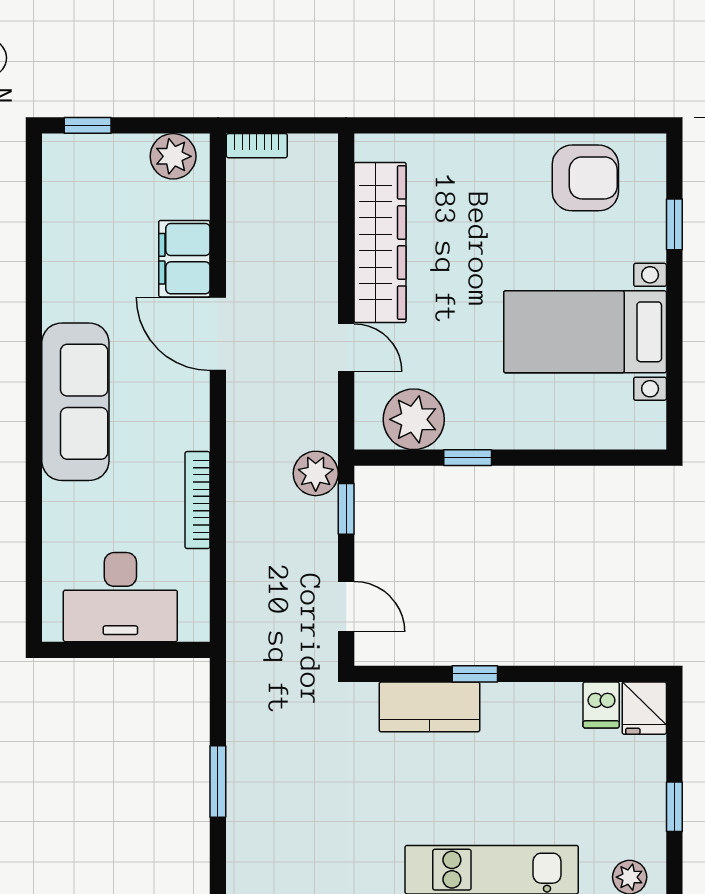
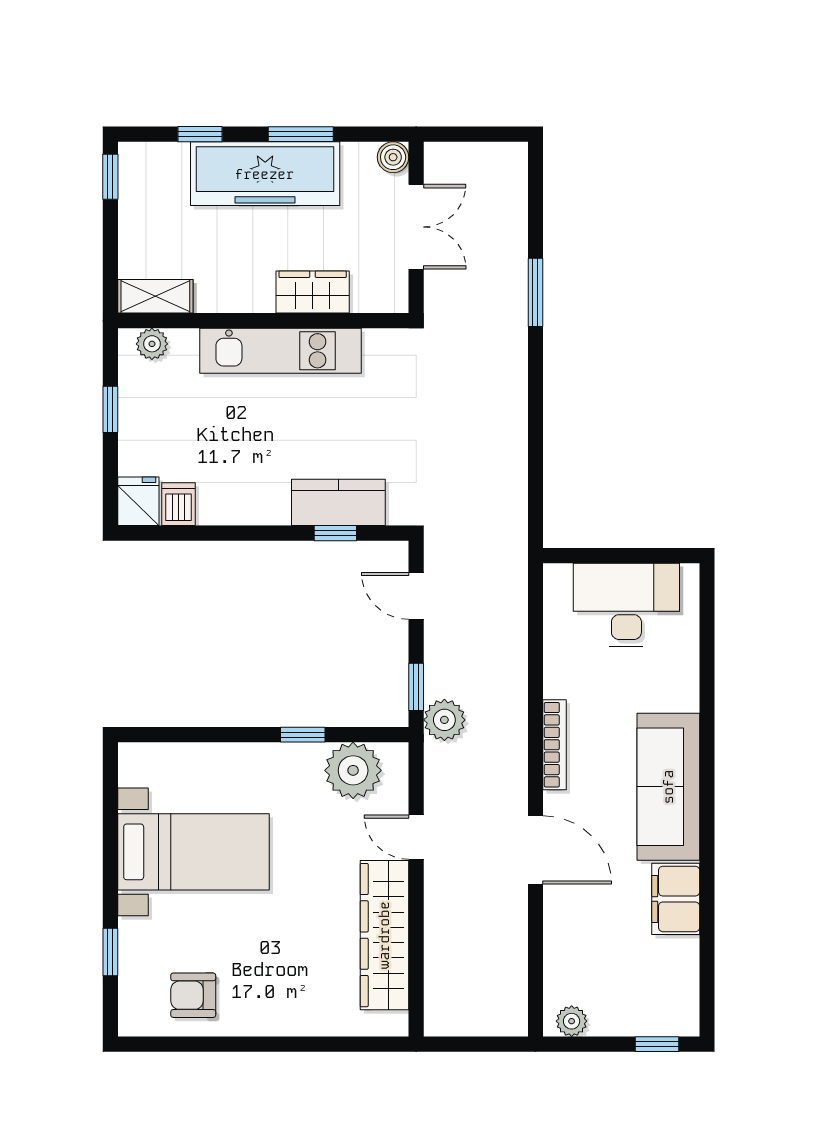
bookcase: (257, 146) -> (499, 1025), removed
plant: (173, 156) -> (572, 1021), width x0.73, depth x0.73
armchair: (585, 178) -> (193, 995), width x0.72, depth x0.72
filing cabinet: (184, 259) -> (676, 899), moved, turned 180
bookcase: (198, 500) -> (555, 745), moved
window: (475, 674) -> (335, 533), moved
window: (218, 782) -> (535, 433), removed

